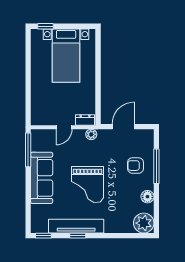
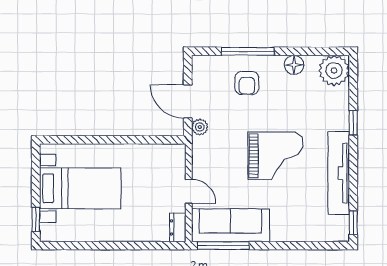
dresser: (85, 120) -> (178, 227), moved
plant: (91, 134) -> (200, 127), moved
sofa: (42, 178) -> (231, 225), moved
window: (78, 236) -> (353, 123), moved

